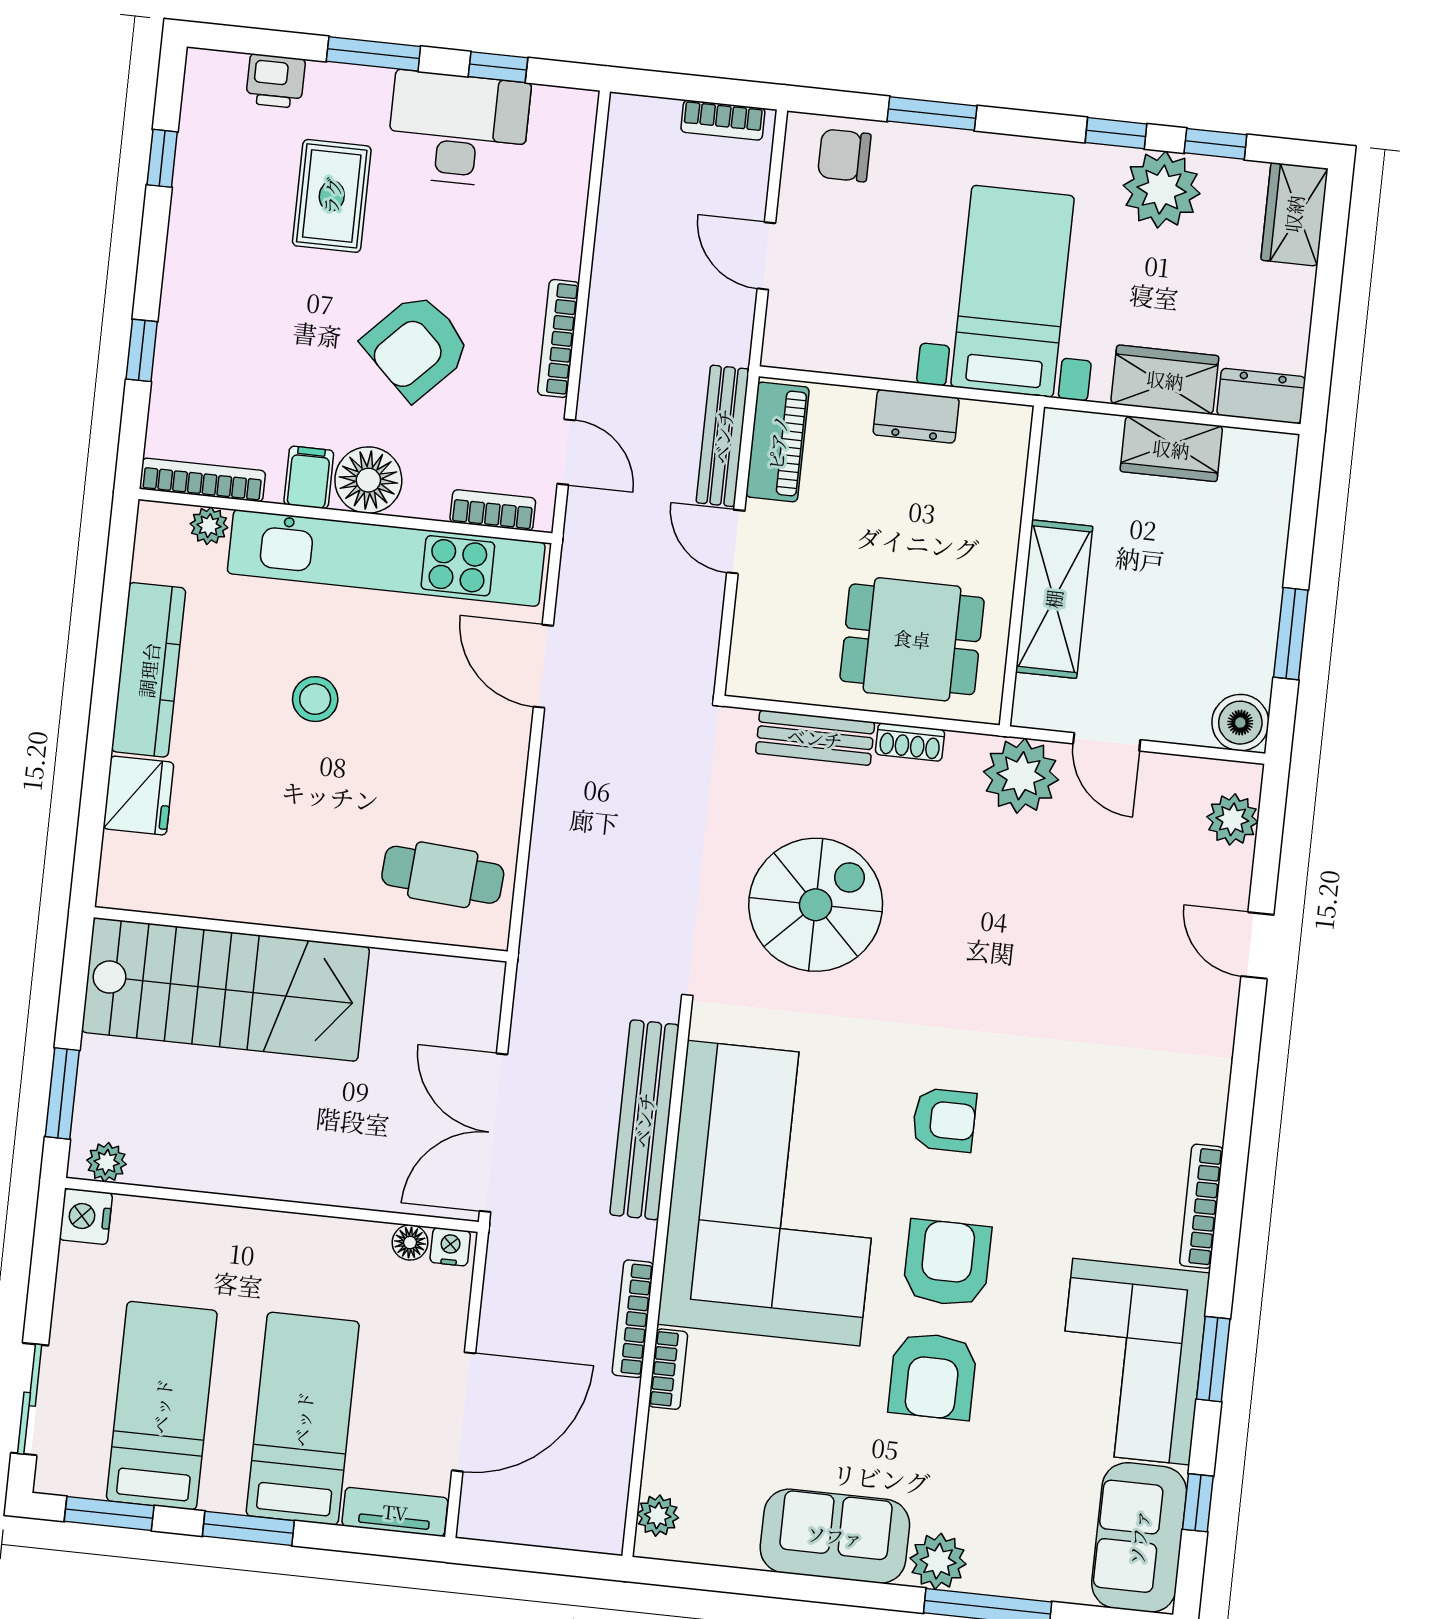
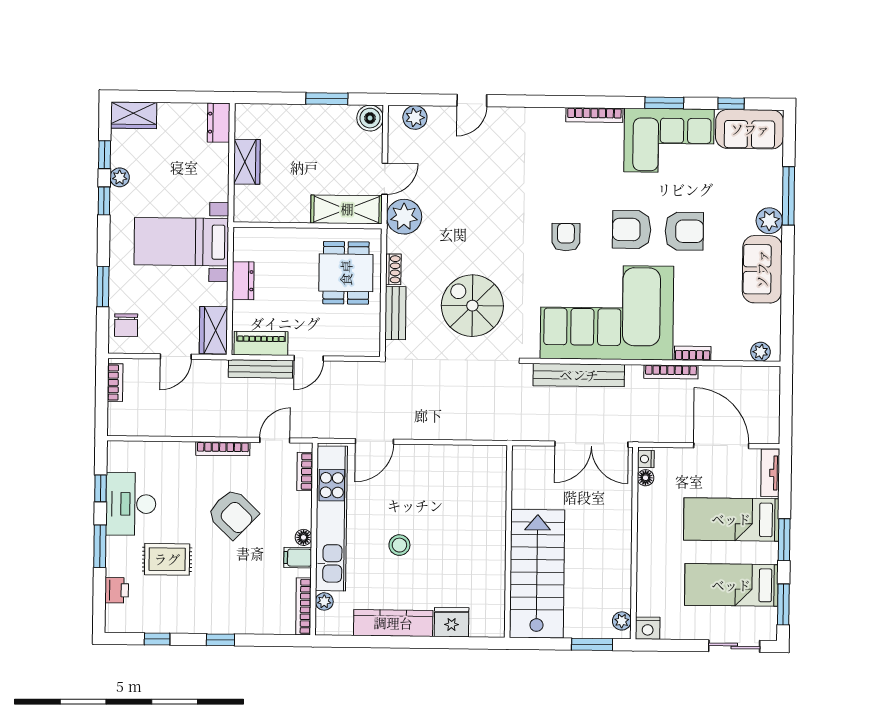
plant: (1162, 190) -> (120, 177), width x0.53, depth x0.53
window: (142, 350) -> (220, 640), moved
wardrobe: (1165, 380) -> (213, 330), moved
floor lamp: (368, 480) -> (303, 537), width x0.53, depth x0.53
shelving: (1054, 599) -> (347, 209), moved
cafe table: (443, 875) -> (475, 479), removed

